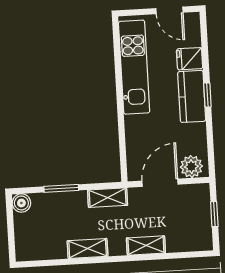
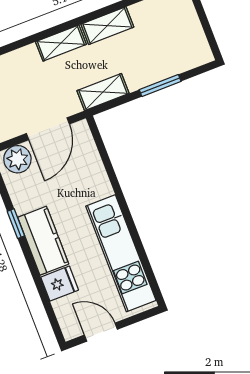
window: (207, 95) -> (16, 224), moved
boiler: (21, 203) -> (201, 54), removed
shelving: (146, 245) -> (61, 43), moved

